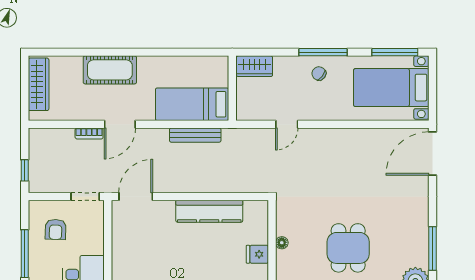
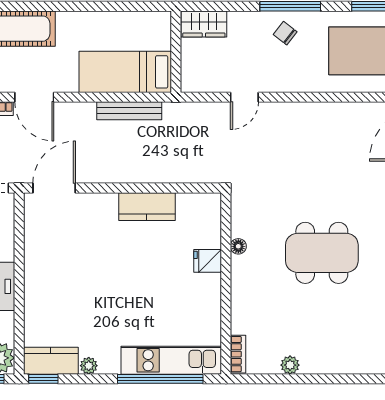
door: (120, 124) -> (34, 97), hinge flipped
kitchen counter: (209, 211) -> (147, 207), width x0.67
dining table: (348, 248) -> (322, 253), width x1.38

